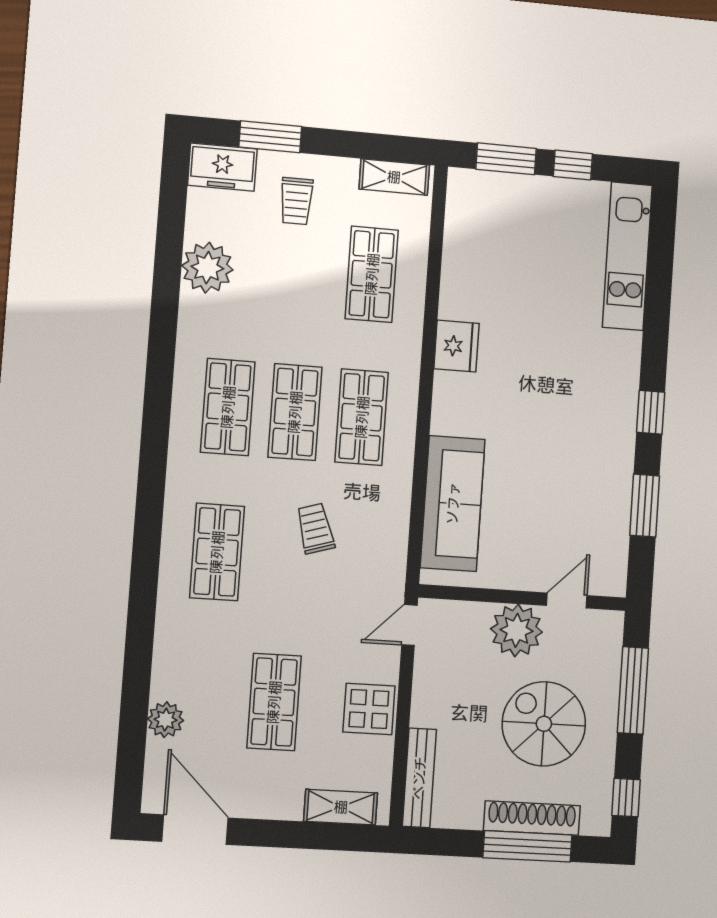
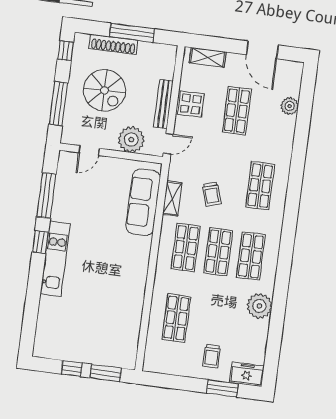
shelving: (394, 177) -> (172, 198), moved, turned 90
trolley: (296, 201) -> (211, 356), turned 180
kitchen unit: (627, 256) -> (55, 259), moved
plant: (207, 268) -> (259, 306), moved
fridge: (456, 346) -> (136, 280), removed
window: (645, 506) -> (46, 195), width x1.44
plant: (517, 630) -> (131, 140), moved
bench: (419, 778) -> (163, 104), moved
door: (195, 830) -> (262, 50), moved
window: (527, 846) -> (132, 33), moved

